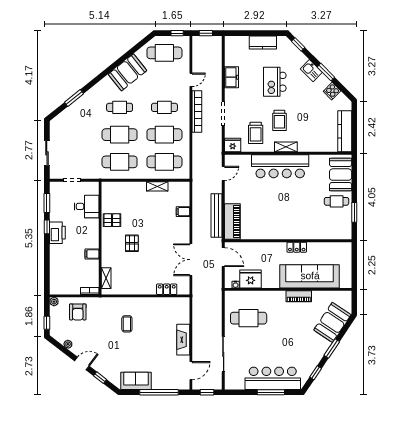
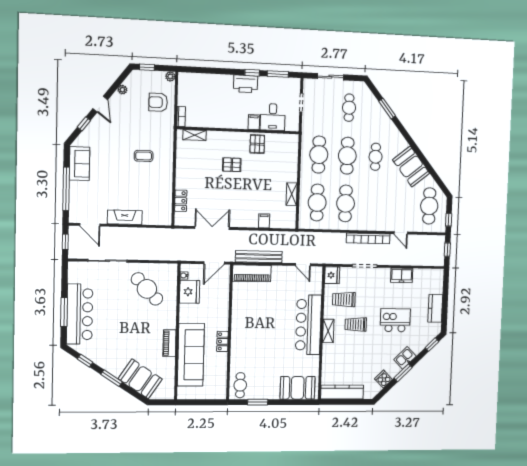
cafe table: (164, 107) -> (349, 108), moved
cafe table: (337, 201) -> (240, 385), moved
filing cabinet: (92, 254) -> (254, 122), moved
cafe table: (249, 318) -> (147, 289), turned -43

